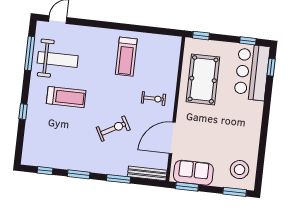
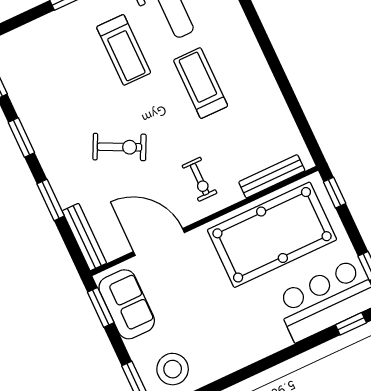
treadmill: (126, 57) -> (201, 83), moved, turned 90
bench: (174, 62) -> (272, 176), added
pool table: (203, 79) -> (272, 235), width x1.36, depth x1.32
exercise bike: (113, 129) -> (120, 147), turned -35

